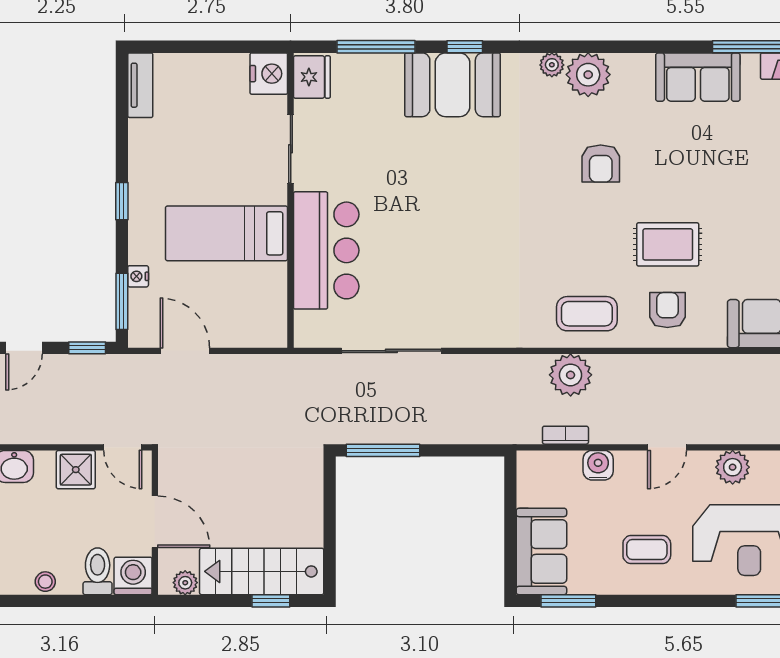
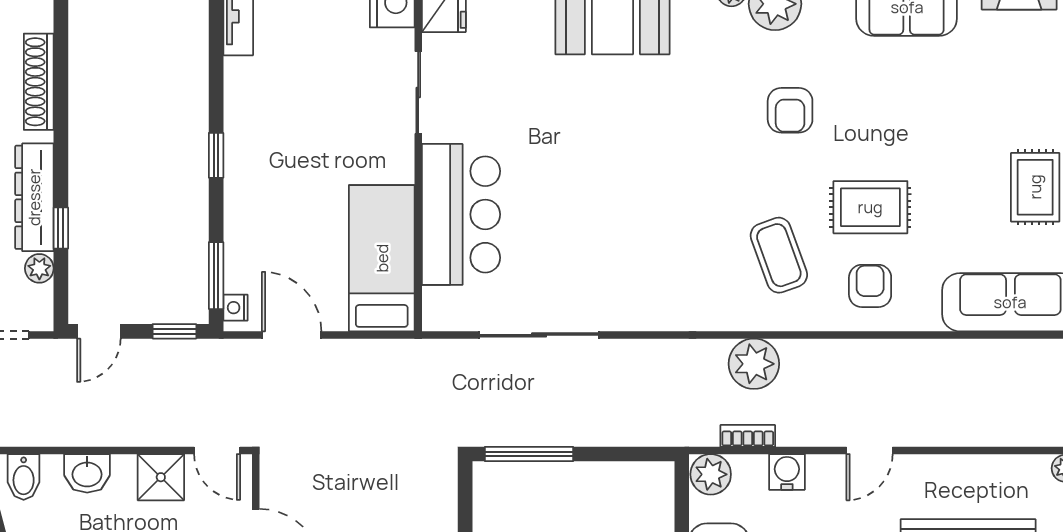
bed: (227, 233) -> (382, 258), moved, turned 90
nightstand: (138, 276) -> (236, 308), moved
coffee table: (587, 314) -> (779, 255), moved, turned 70
plant: (733, 467) -> (711, 474), moved

